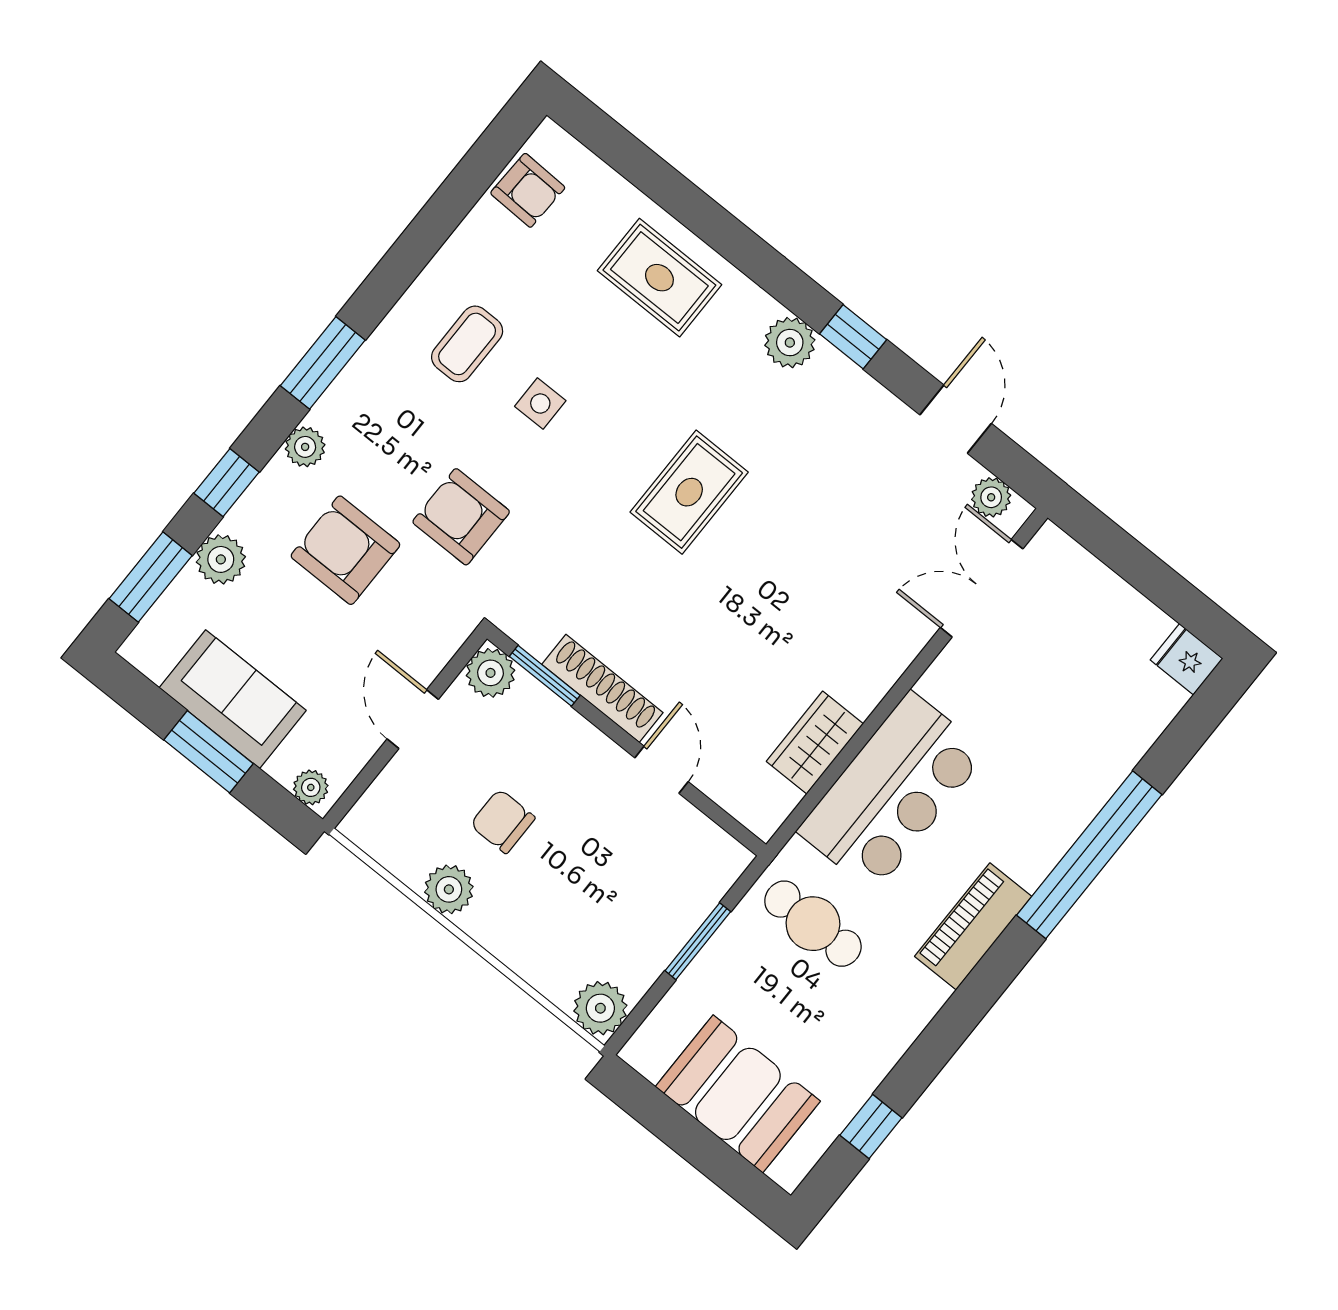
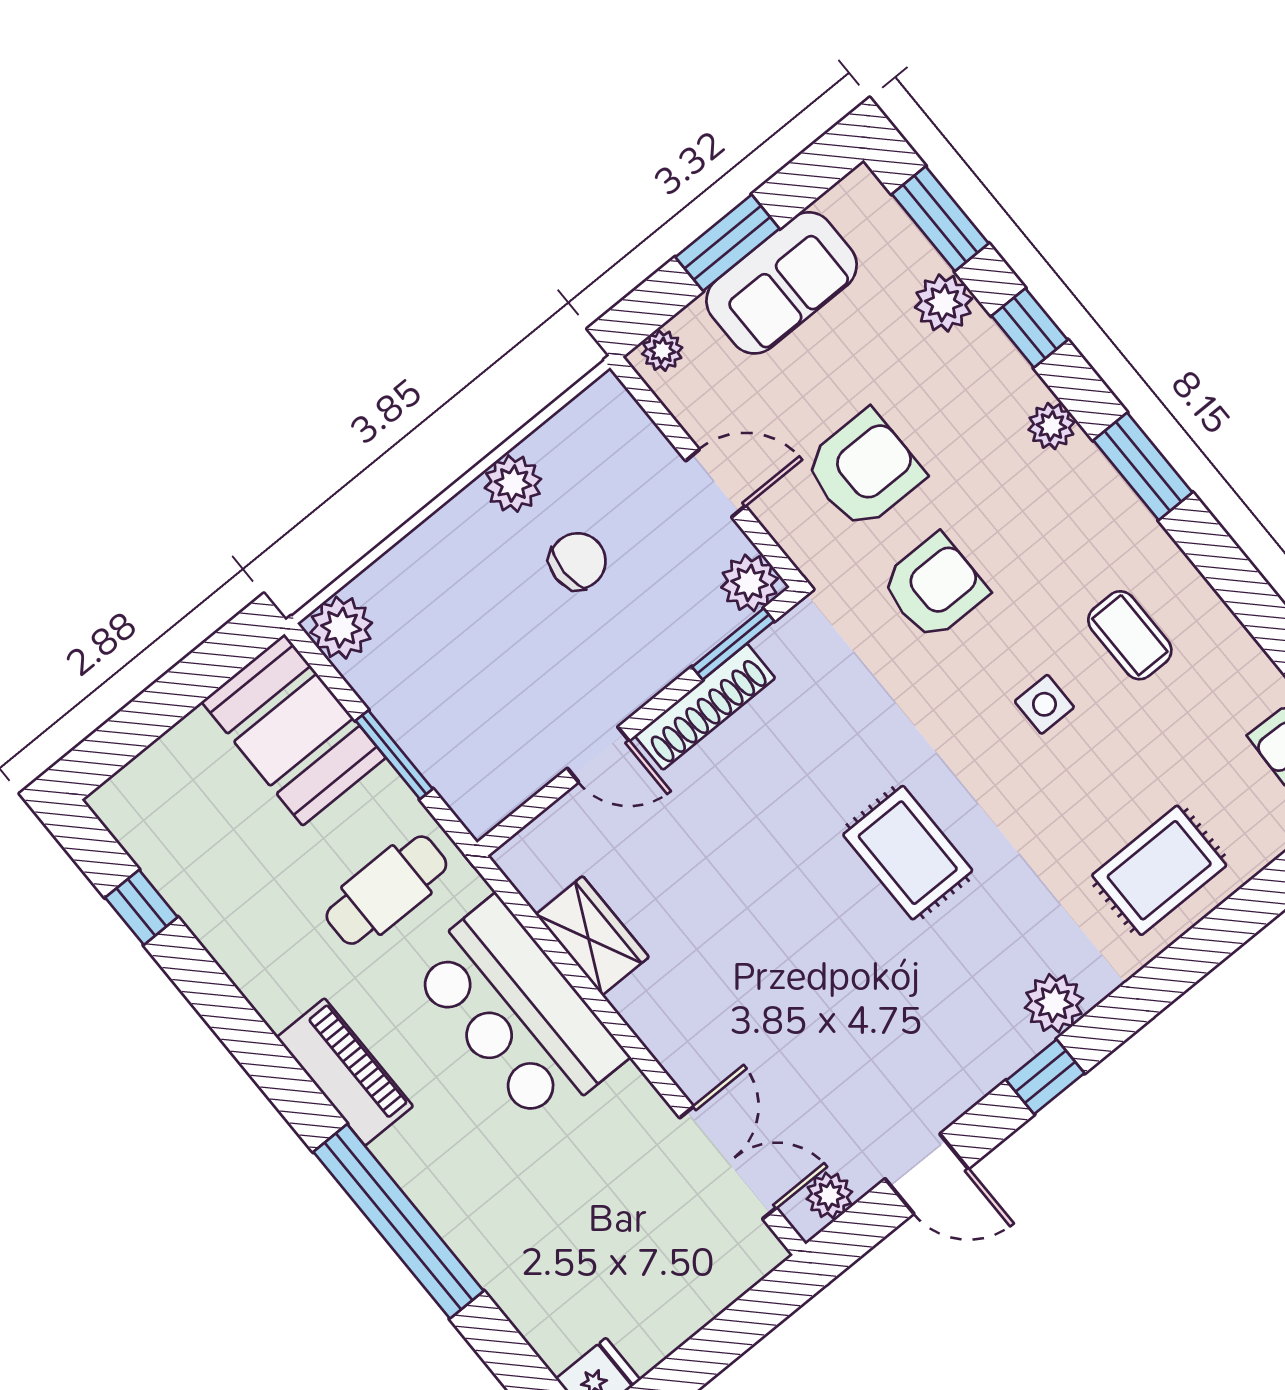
armchair: (345, 550) -> (864, 470), moved
booth: (738, 1094) -> (294, 730), moved, turned 90

